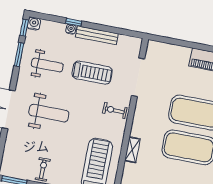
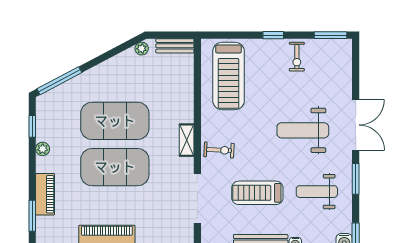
window: (19, 55) -> (356, 179), moved
shelving: (132, 150) -> (187, 140), moved

